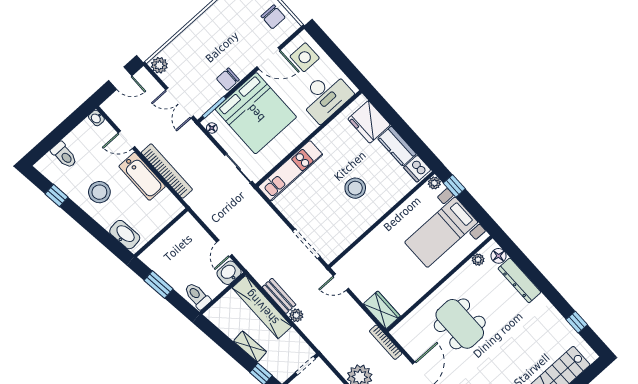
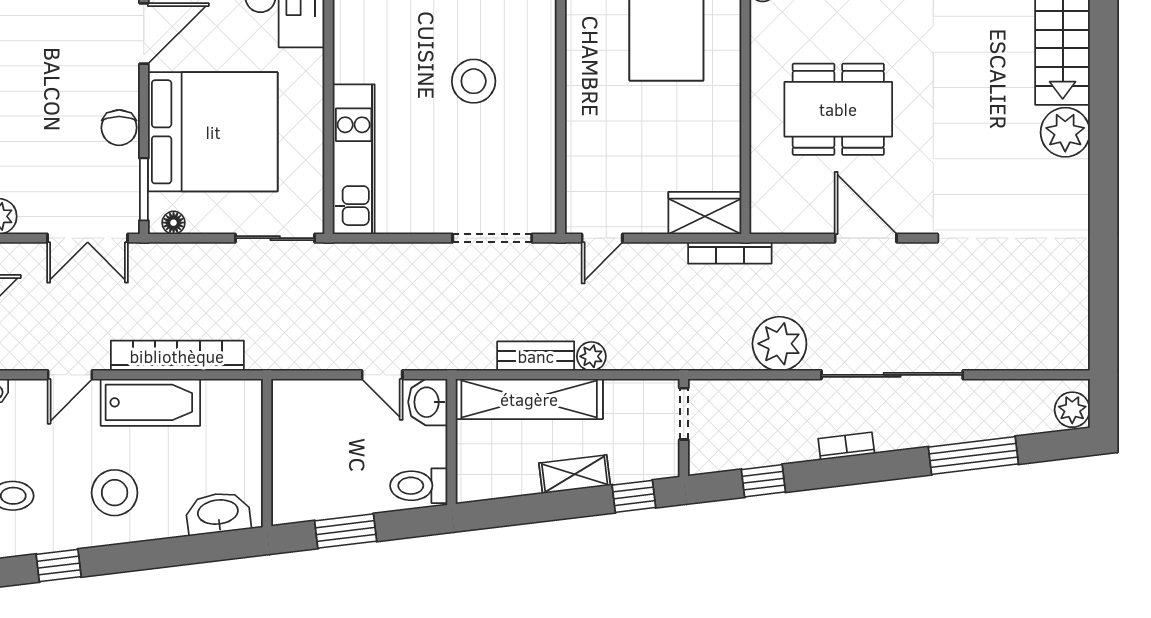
bookcase: (386, 342) -> (730, 253), moved

